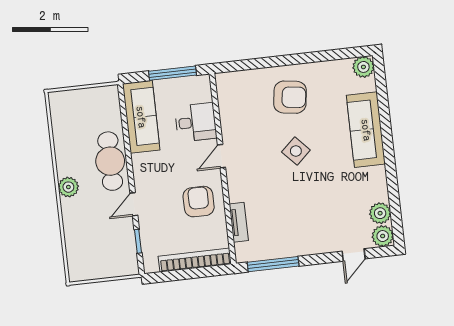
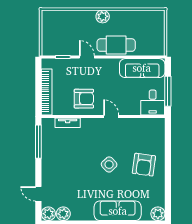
desk: (196, 122) -> (153, 102), moved

